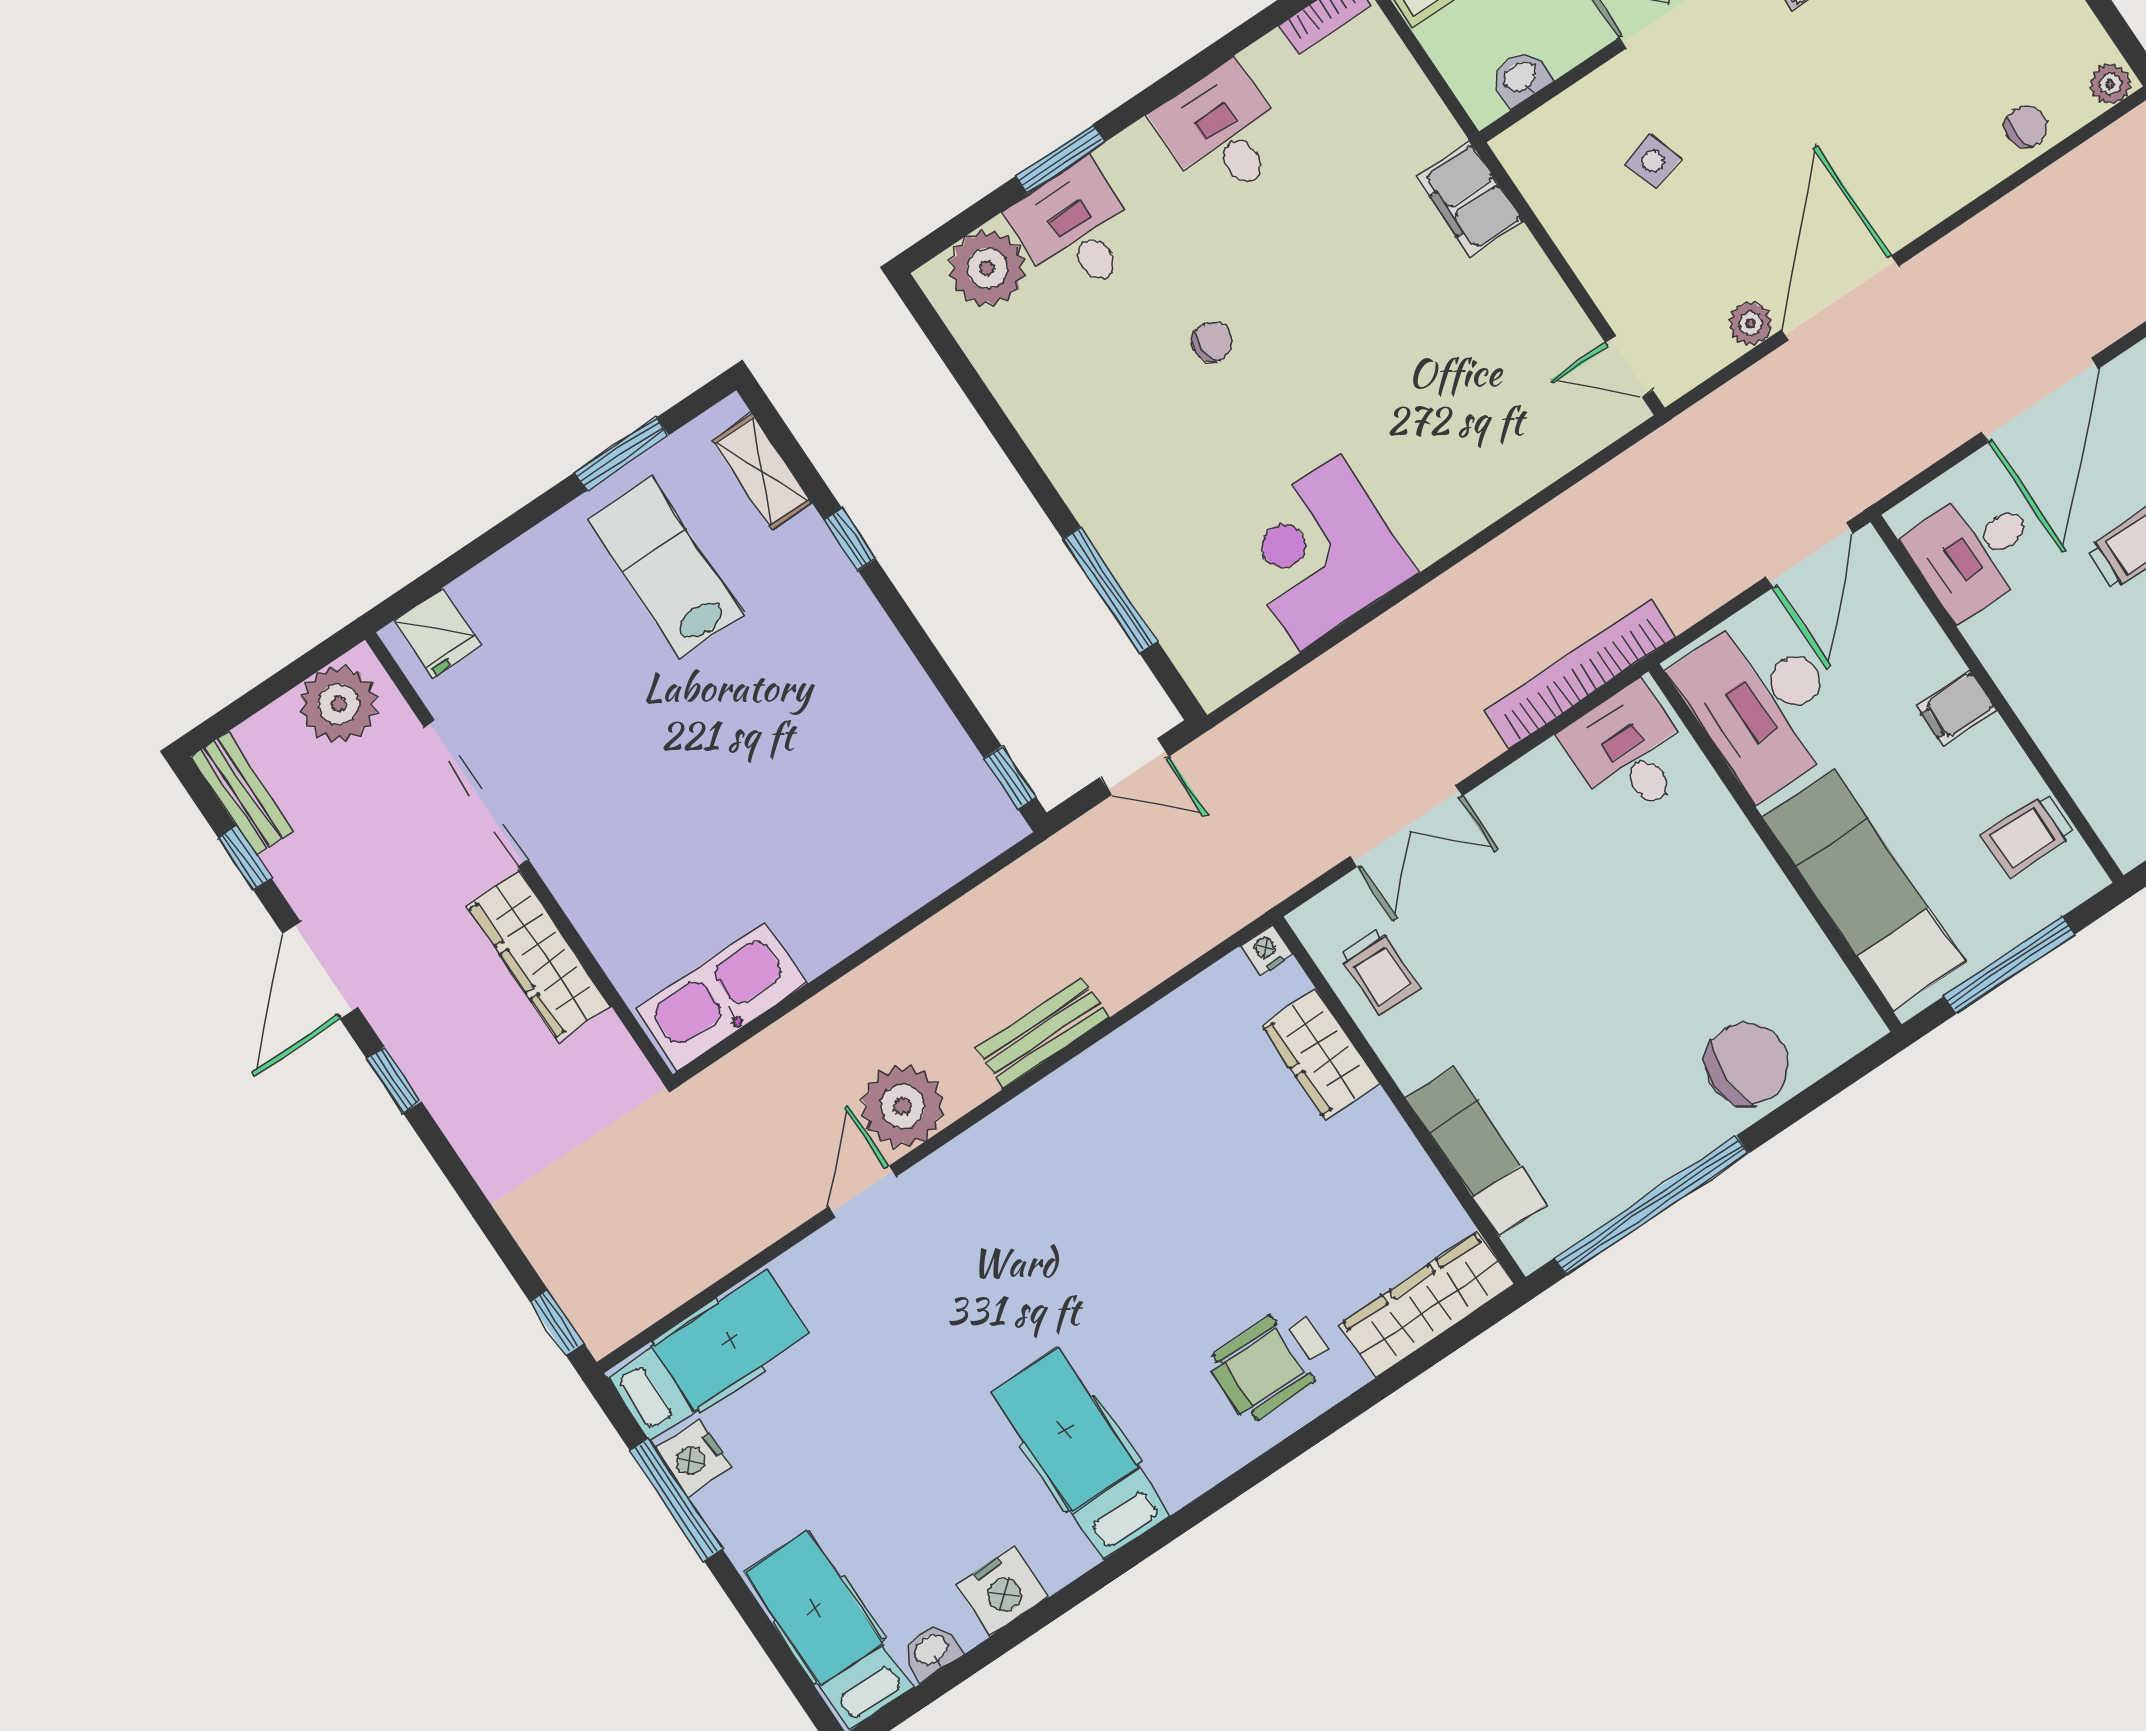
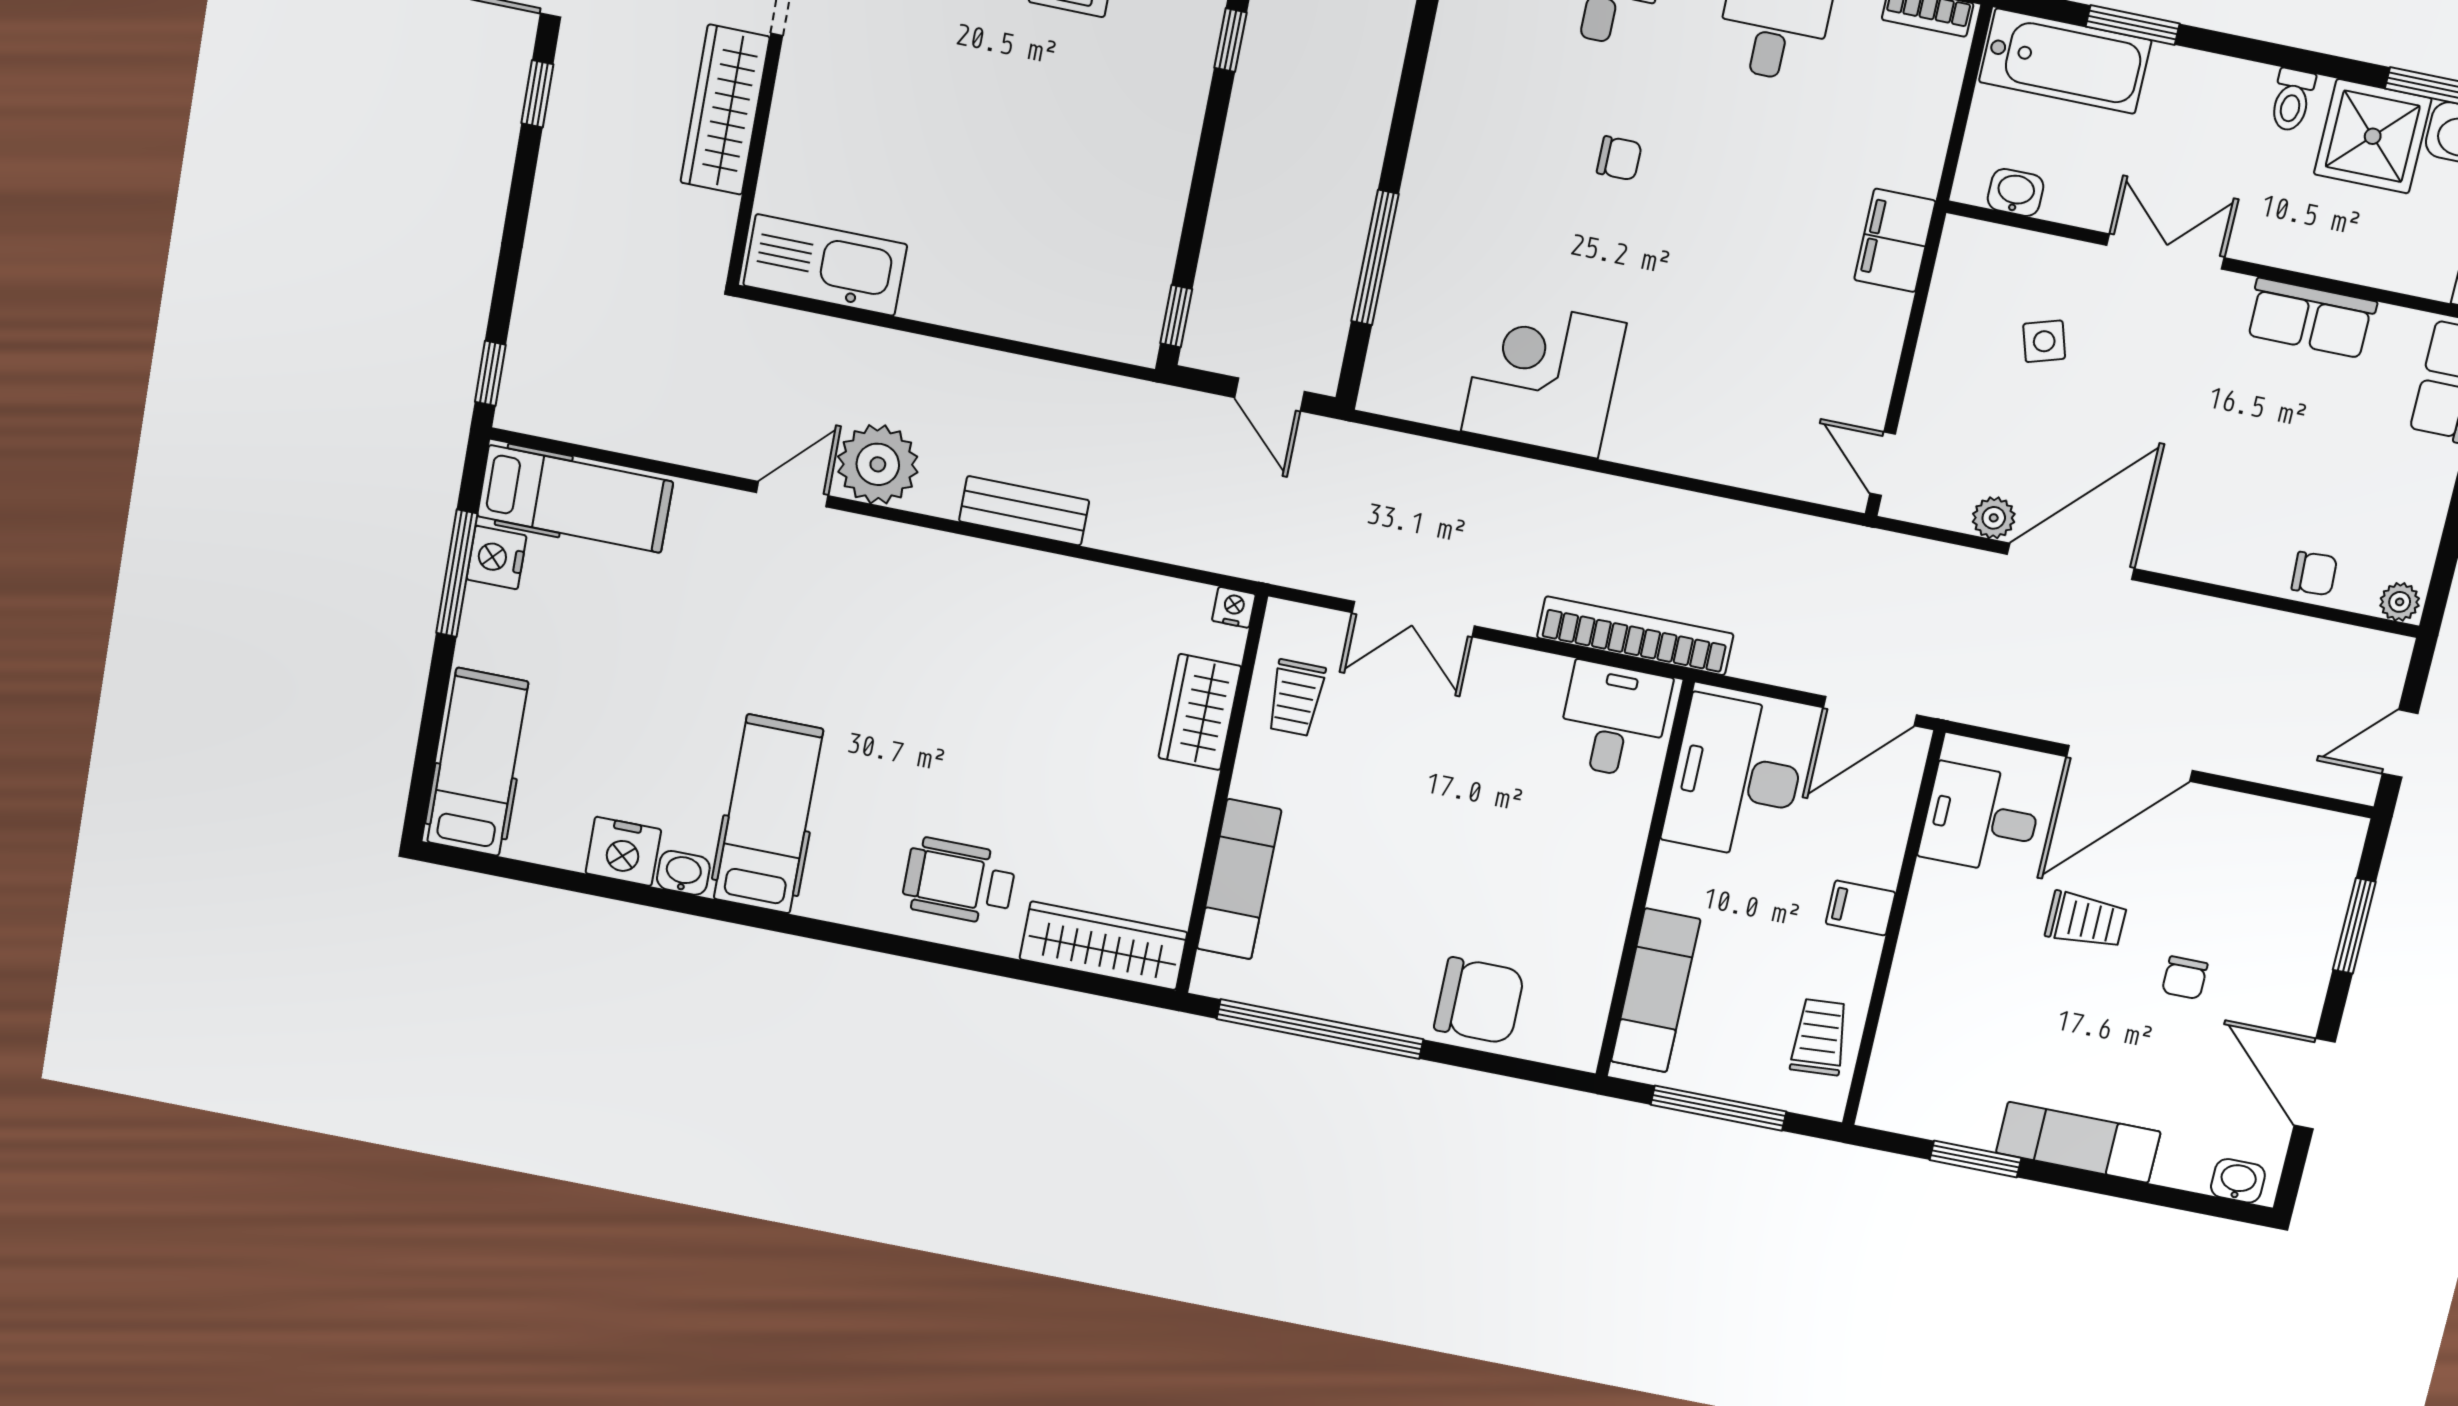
trolley: (2028, 835) -> (1819, 1037), turned 86
exam couch: (1864, 890) -> (1656, 990), width x0.73, depth x0.69
washbasin: (931, 1651) -> (683, 873), moved

